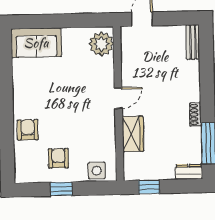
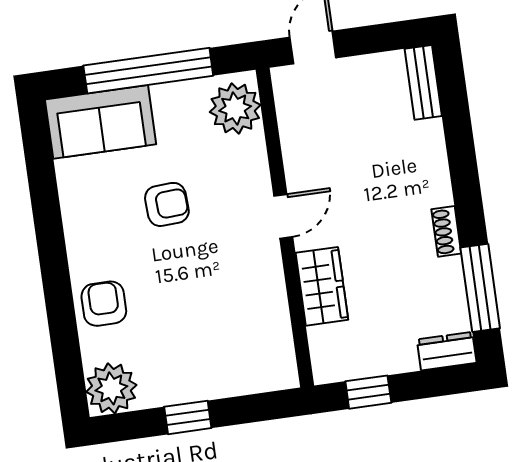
window: (62, 21) -> (148, 71), added
armchair: (58, 158) -> (167, 204), moved, turned 87
plant: (26, 171) -> (111, 388), added
side table: (97, 171) -> (256, 371), removed

